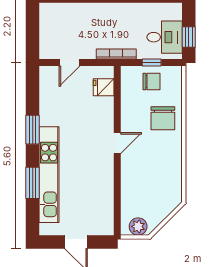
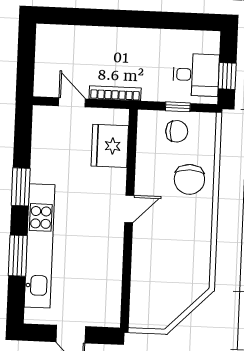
bookcase: (116, 54) -> (115, 93), moved
door: (69, 62) -> (72, 102), swing flipped
fridge: (104, 87) -> (110, 146), width x1.88, depth x1.34
plant: (138, 226) -> (152, 318), removed

